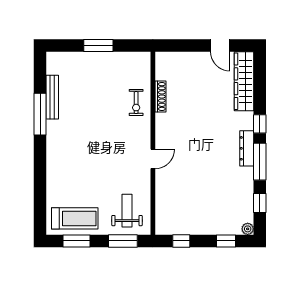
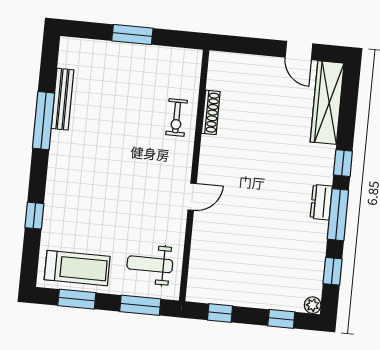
dresser: (247, 148) -> (321, 202), width x0.70
window: (40, 183) -> (34, 216), added
weight bench: (127, 211) -> (150, 264), turned -90

